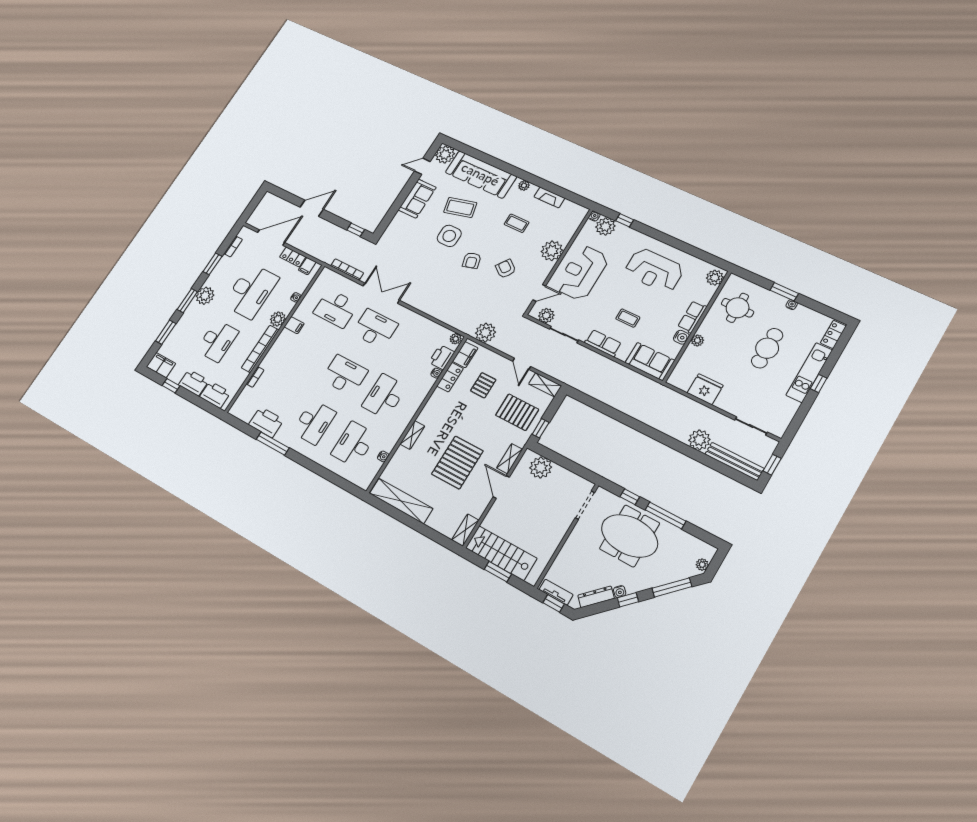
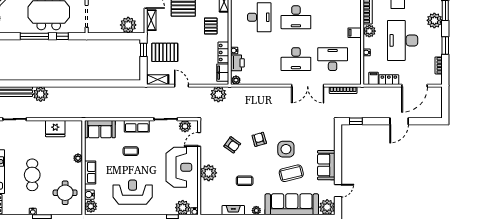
water cooler: (681, 337) -> (89, 195), moved
pallet: (483, 385) -> (211, 26), moved

